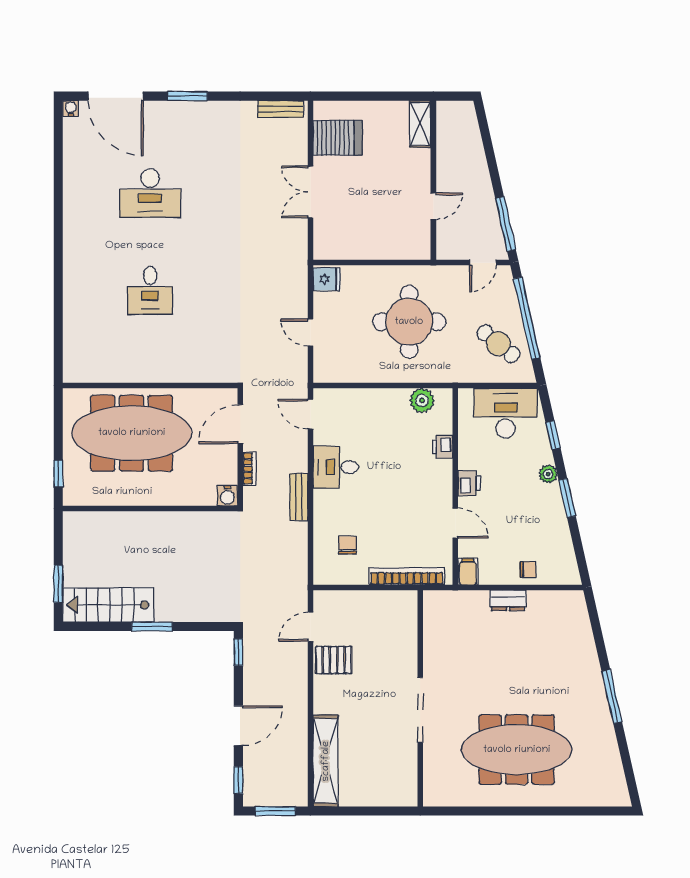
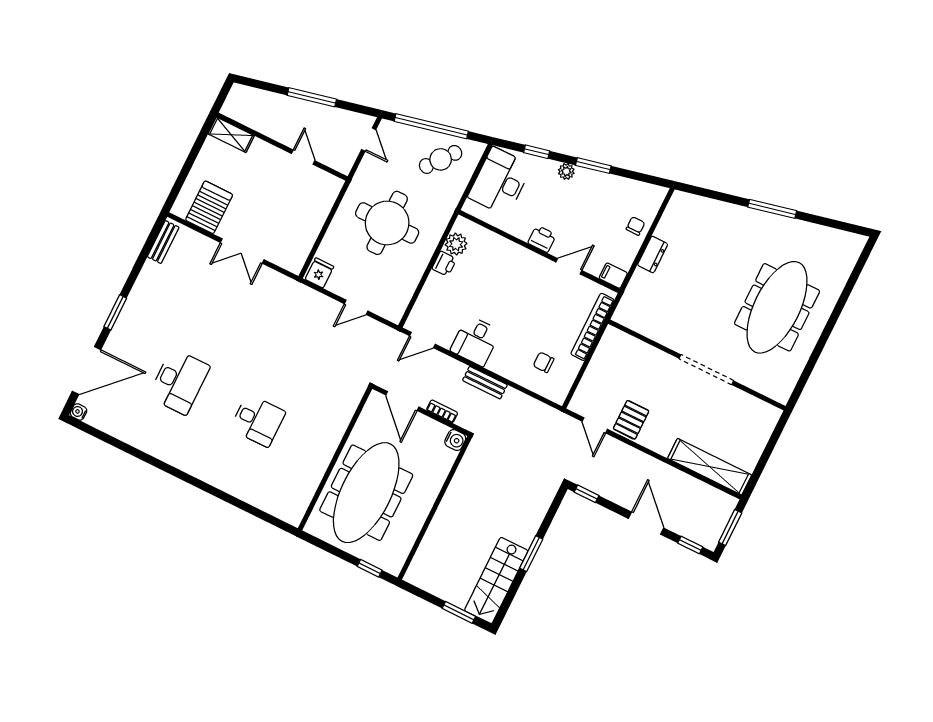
window: (506, 224) -> (312, 97), moved
printer: (442, 447) -> (444, 264), moved, turned -90

